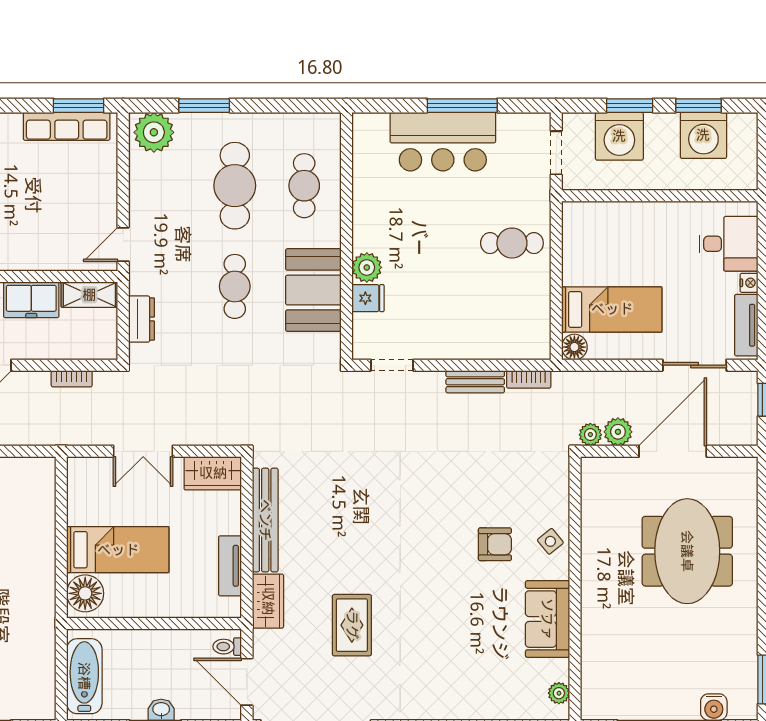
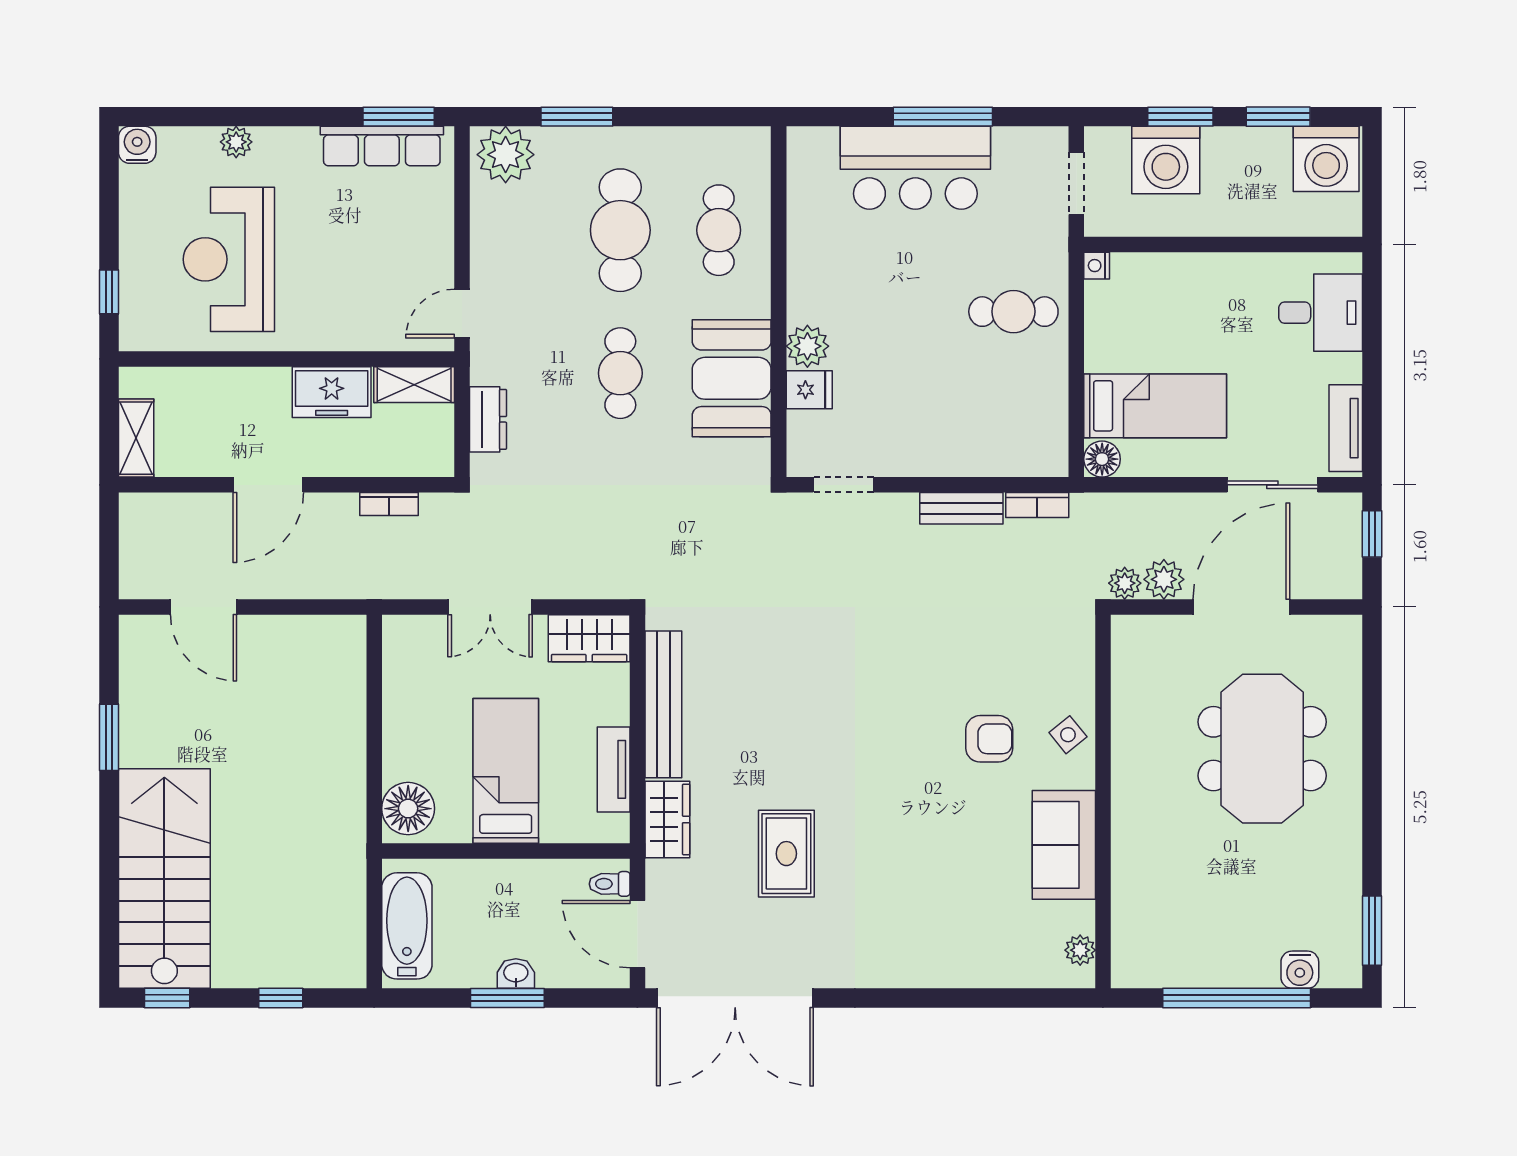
washing machine: (703, 135) -> (1326, 159), moved
nightstand: (749, 283) -> (1097, 266), moved, turned 180
bed: (118, 550) -> (506, 771), moved, turned -90

